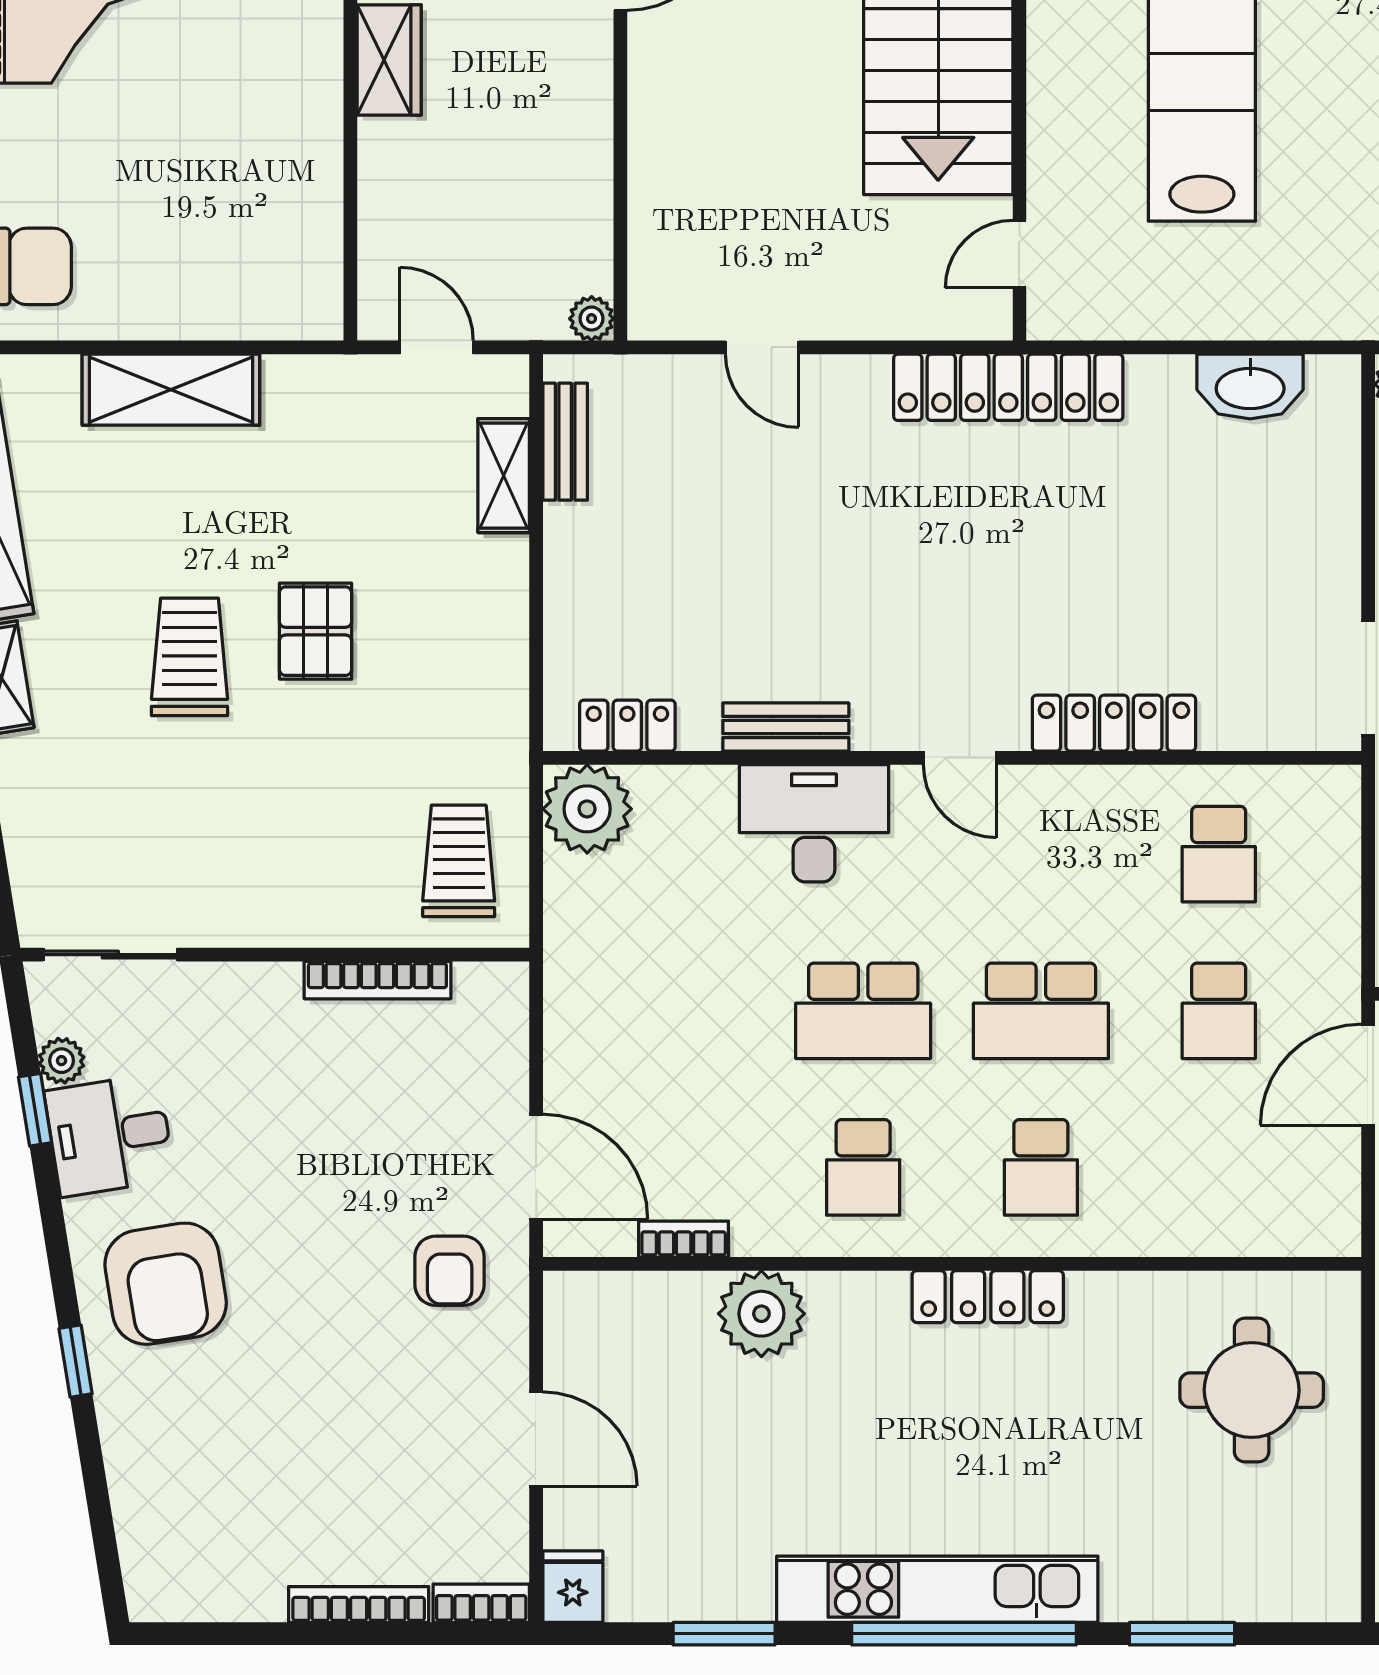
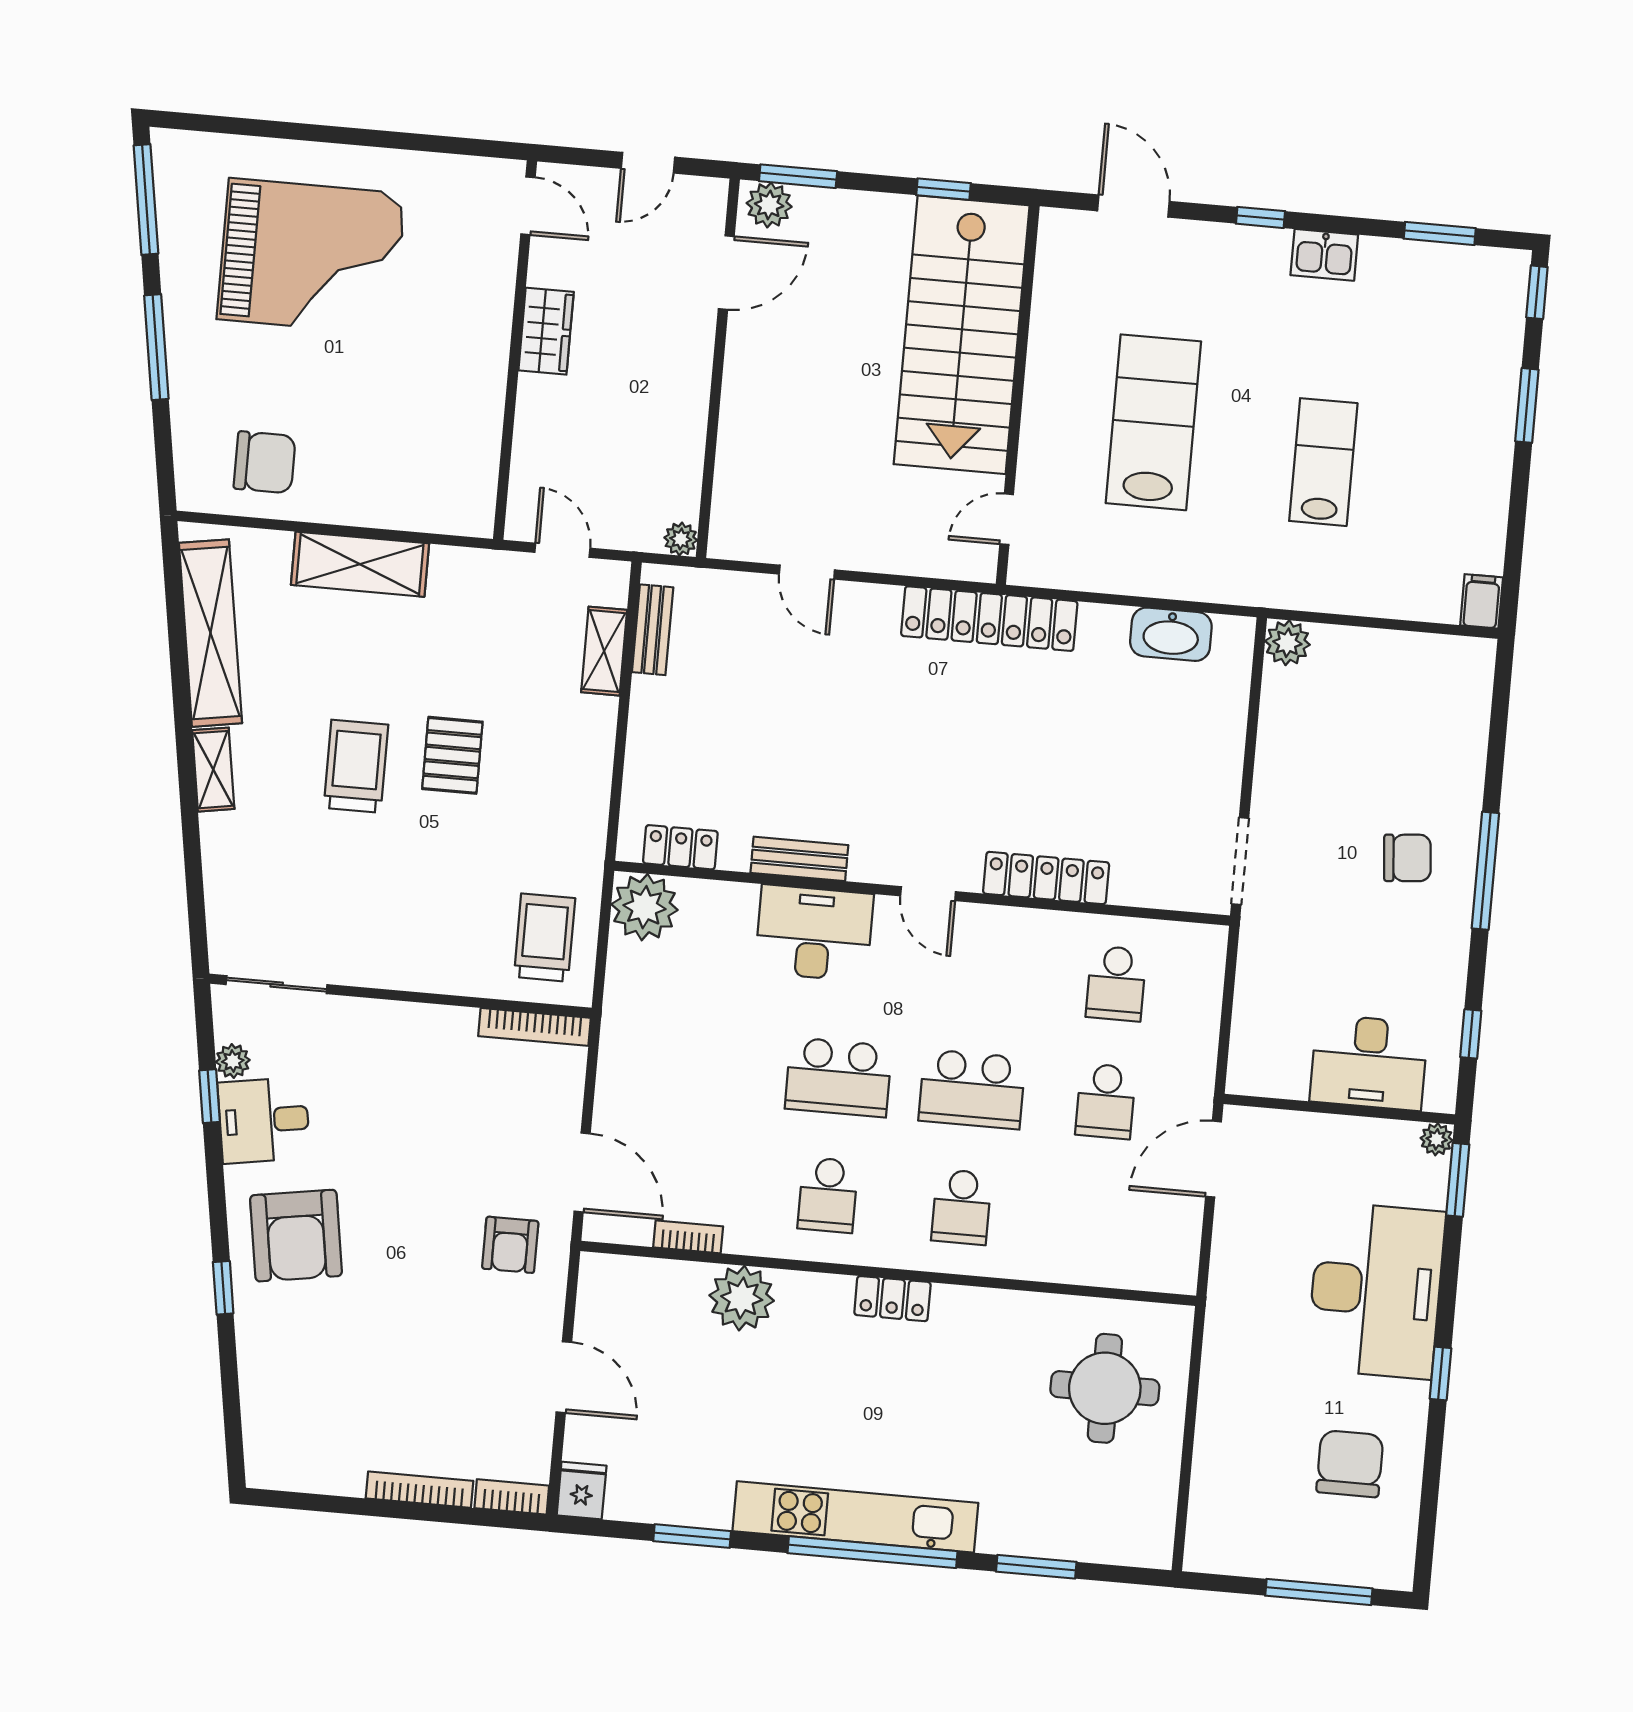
bookcase: (377, 980) -> (534, 1027), moved
locker: (988, 1297) -> (892, 1299), width x0.66

